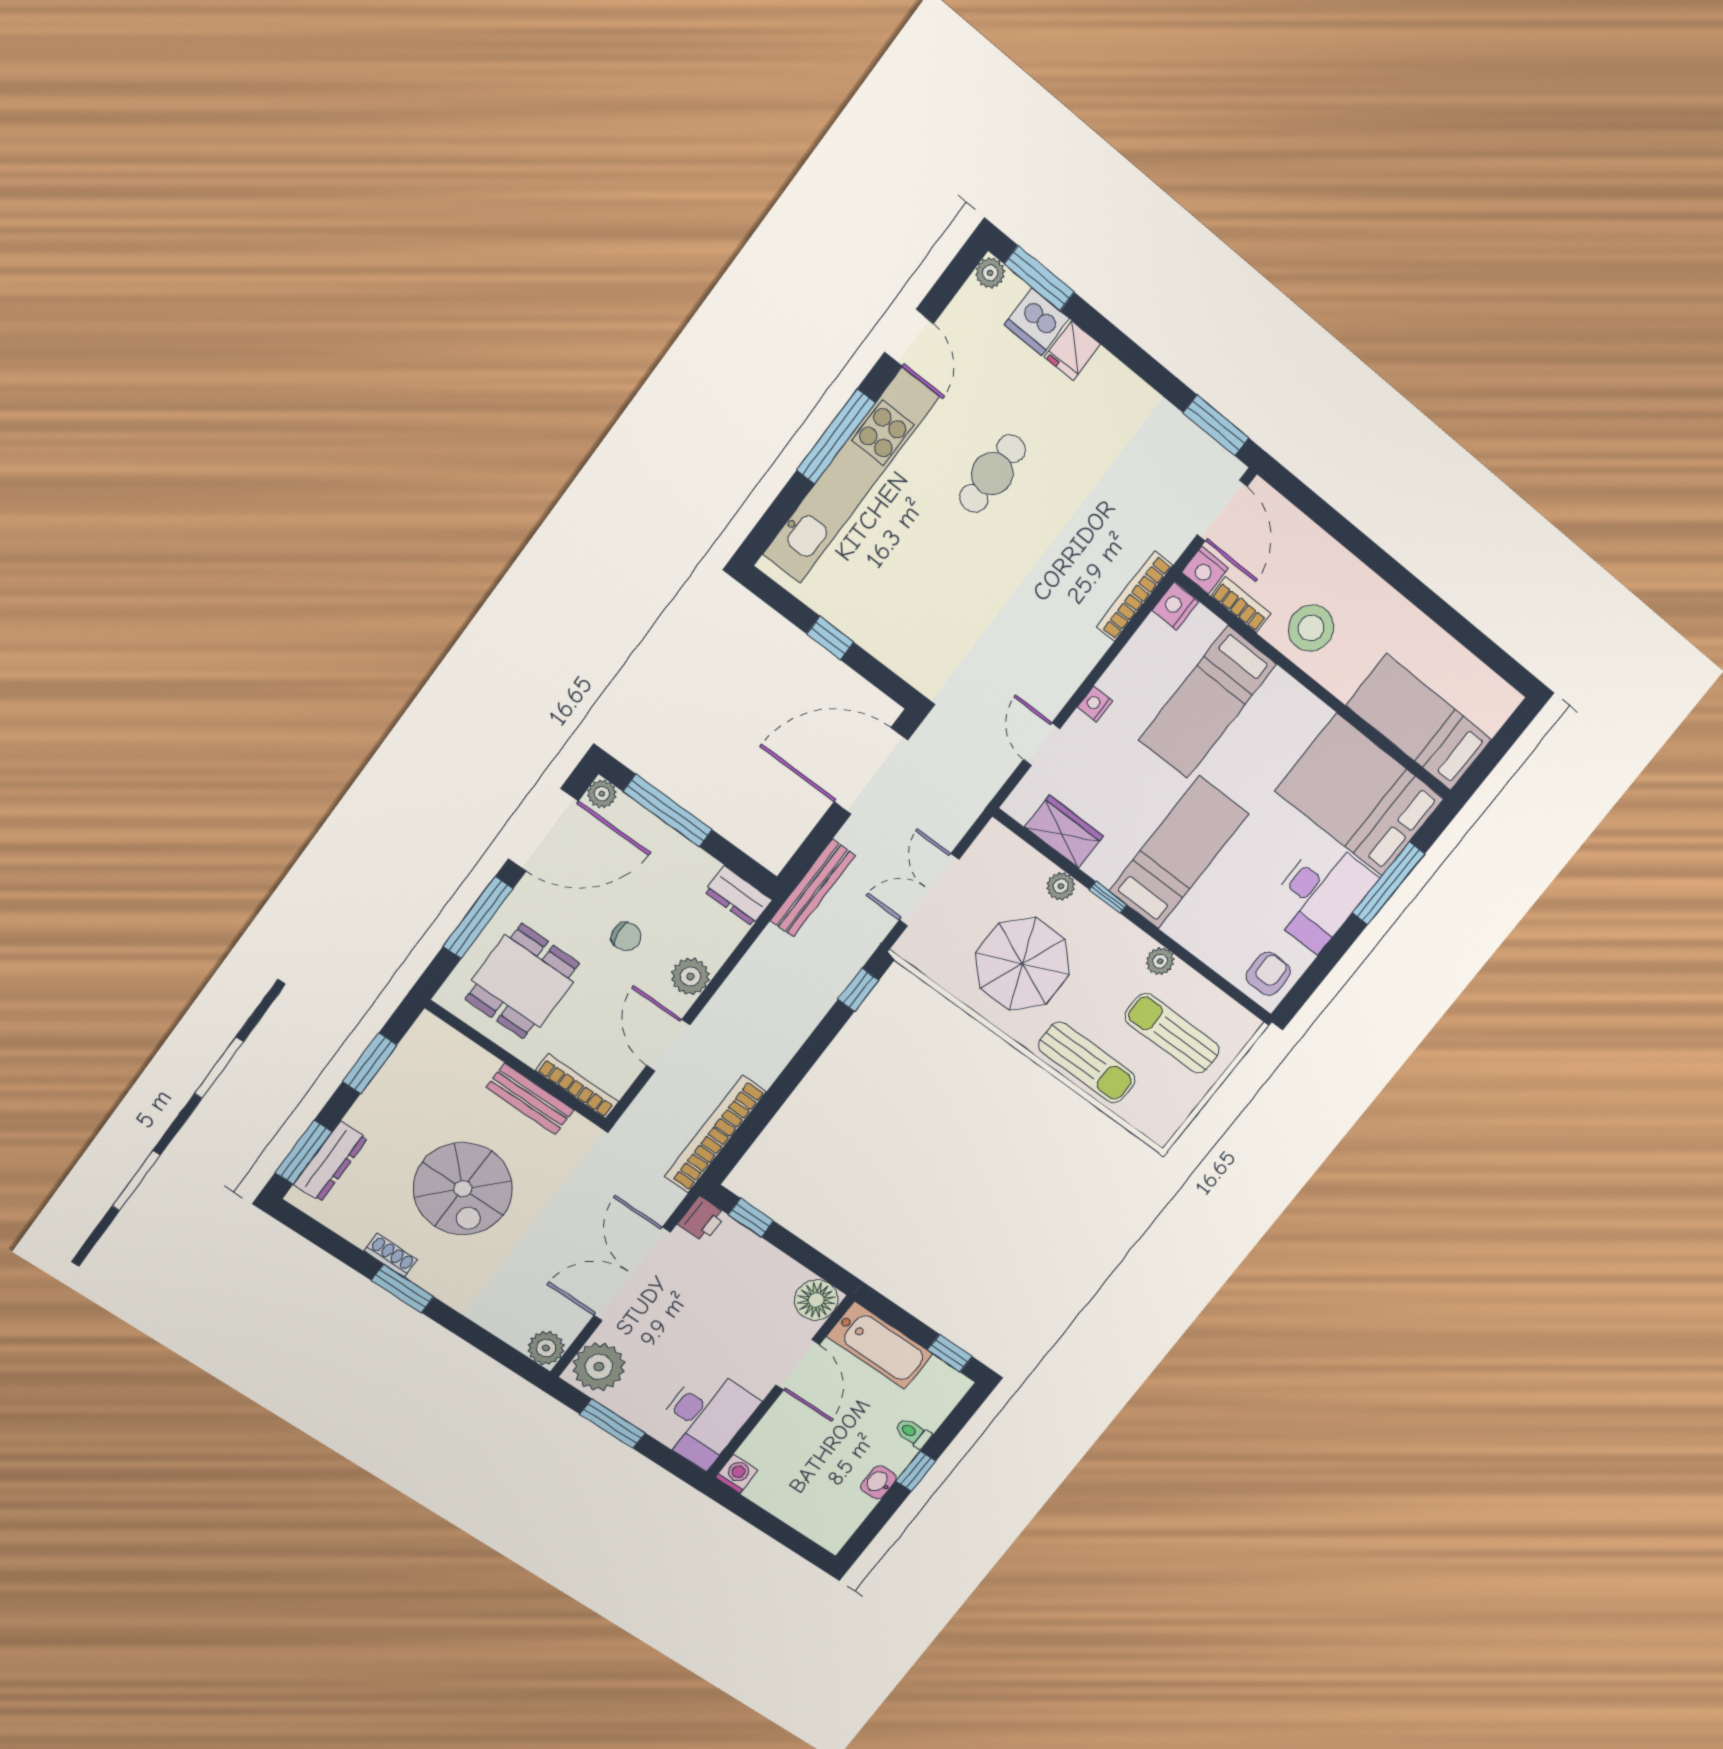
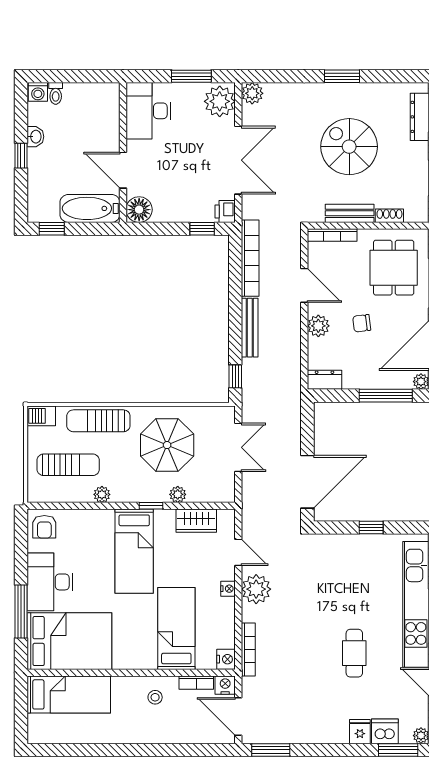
stool: (1311, 628) -> (155, 697), width x0.53, depth x0.53
plant: (1058, 673) -> (256, 589), added
bench: (813, 888) -> (250, 328), moved
barbecue: (1155, 1123) -> (41, 416), added
shoe rack: (391, 1255) -> (389, 216), moved, turned 180
toilet: (913, 1433) -> (56, 93), moved, turned 90
washing machine: (737, 1474) -> (38, 92), moved

